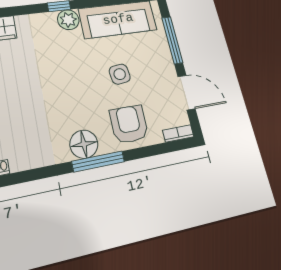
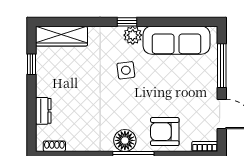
side table: (120, 74) -> (126, 70), moved
armchair: (129, 124) -> (165, 132), turned -90

